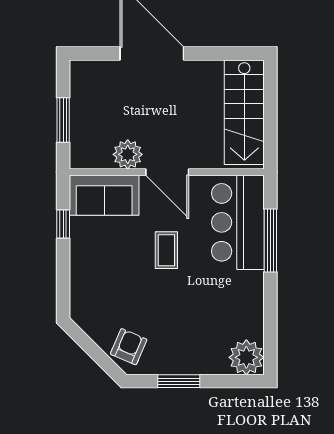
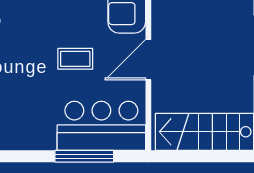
plant: (128, 154) -> (165, 23), removed

